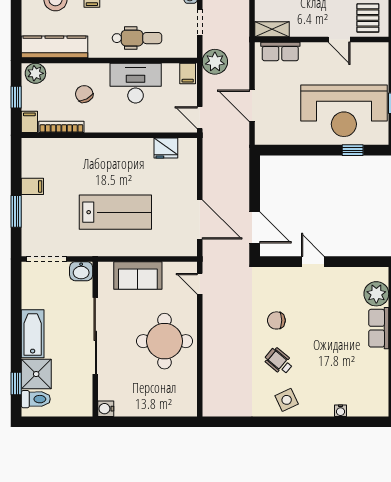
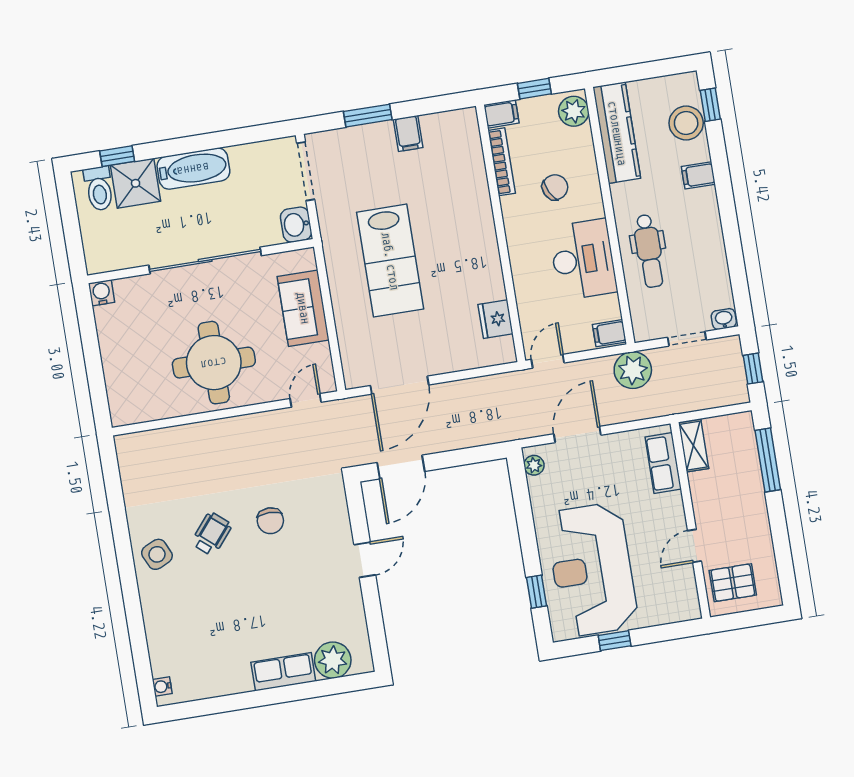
plant: (268, 138) -> (534, 465), added
chair: (276, 320) -> (270, 521), turned 180
water cooler: (341, 411) -> (162, 686), moved

